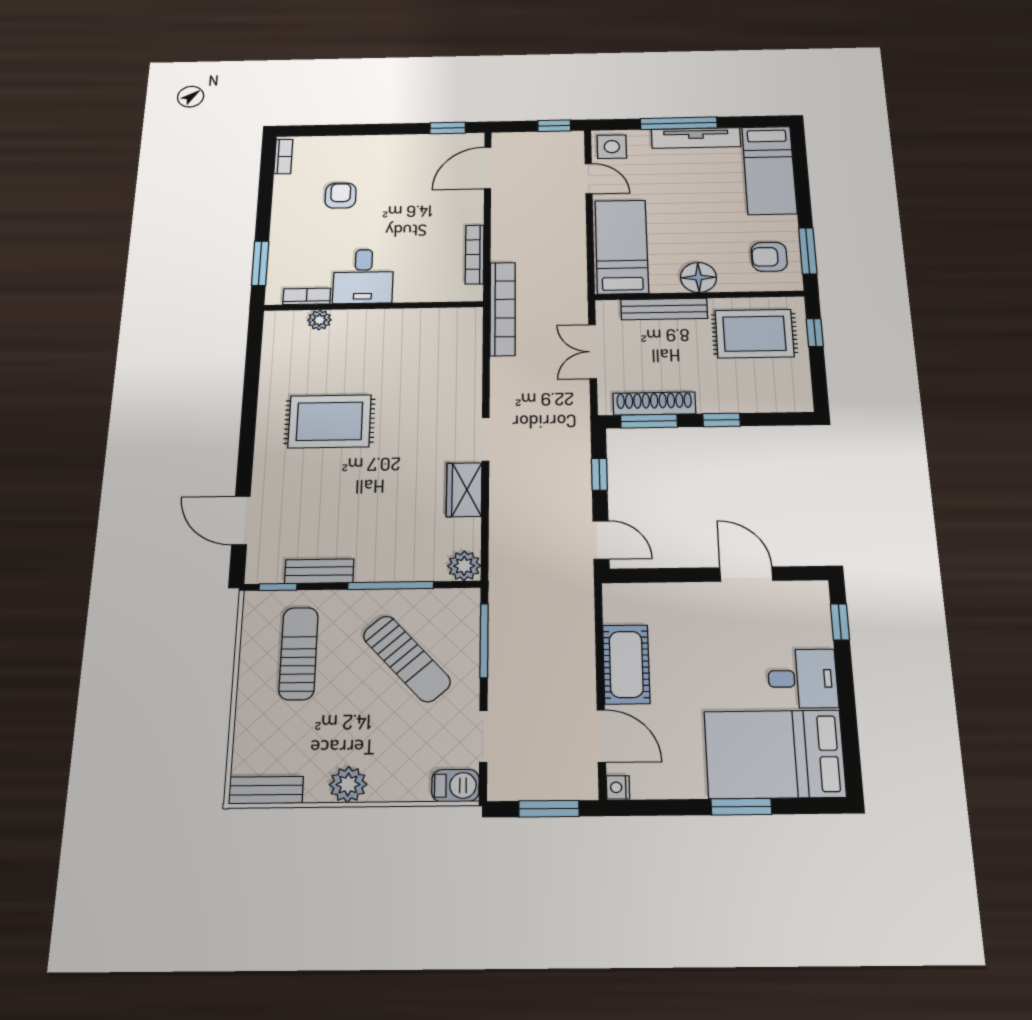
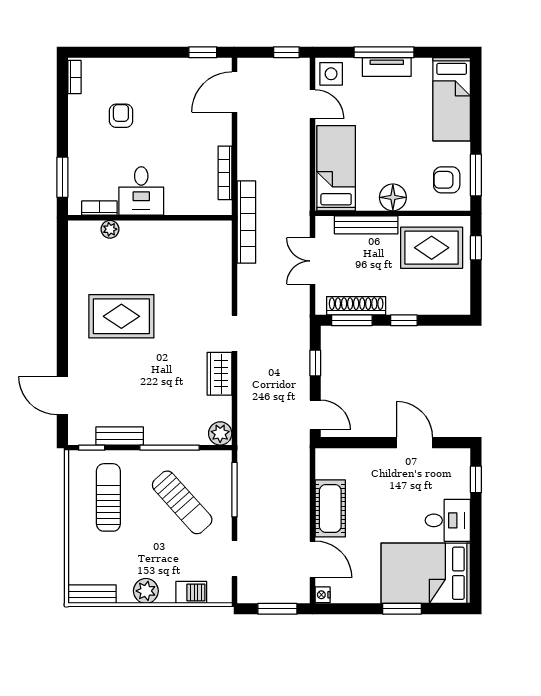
tv unit: (696, 138) -> (387, 67), width x0.71
barbecue: (455, 786) -> (191, 592), moved

